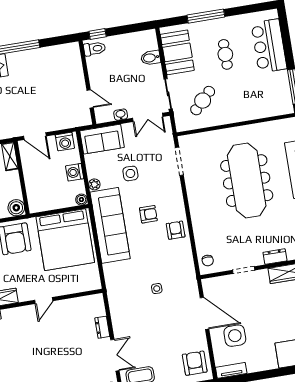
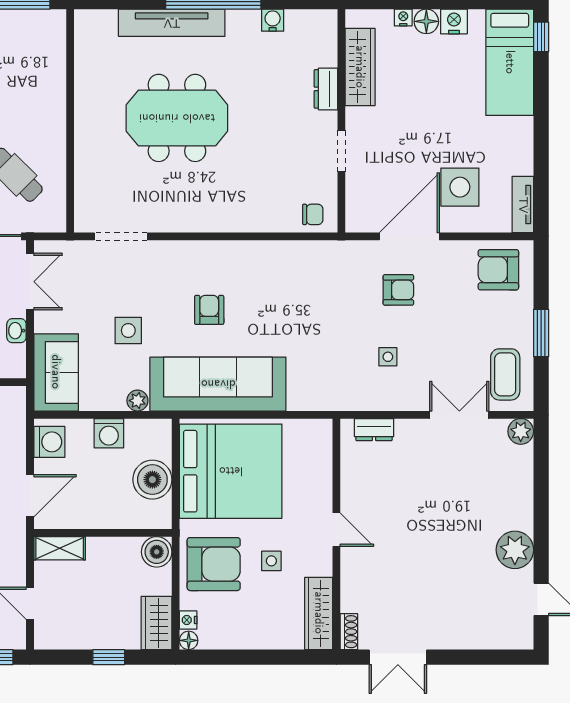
meeting table: (247, 181) -> (177, 118), width x0.73
boiler: (81, 200) -> (152, 480), moved, width x1.86, depth x1.86
armchair: (176, 230) -> (398, 290), moved, turned 180
side table: (22, 269) -> (271, 561), added
side table: (157, 289) -> (388, 357), moved
dresser: (102, 327) -> (374, 430), moved

